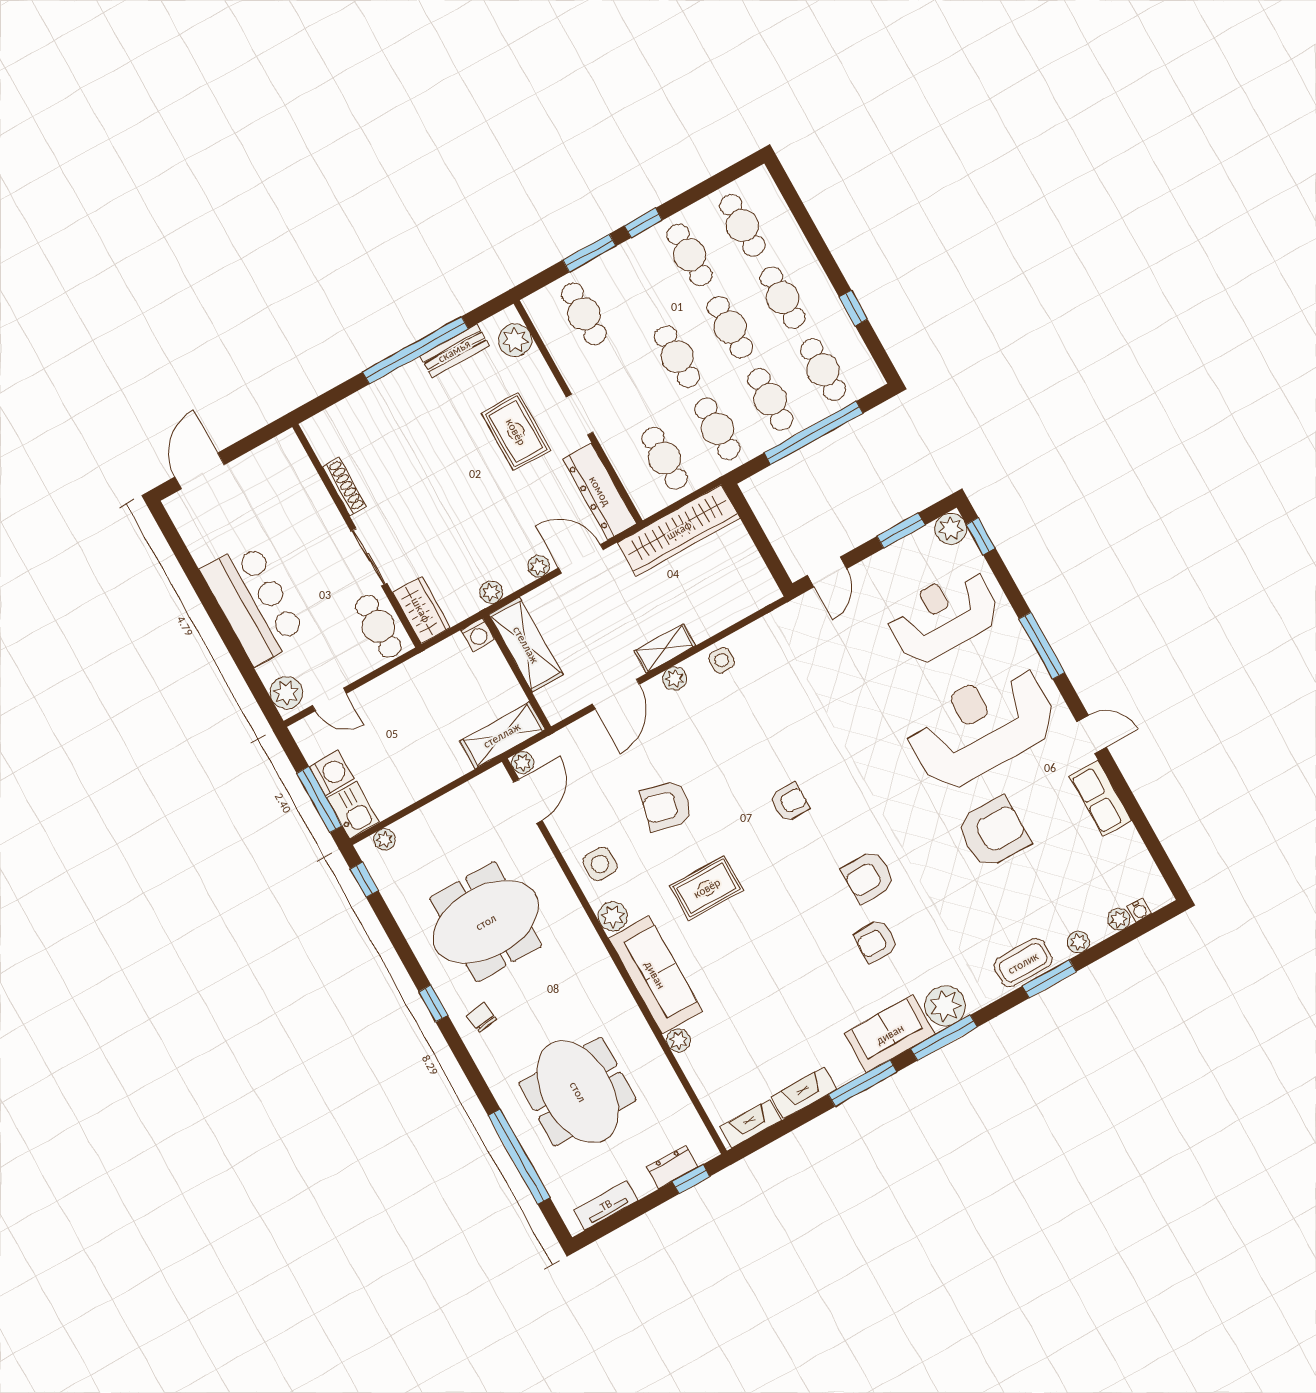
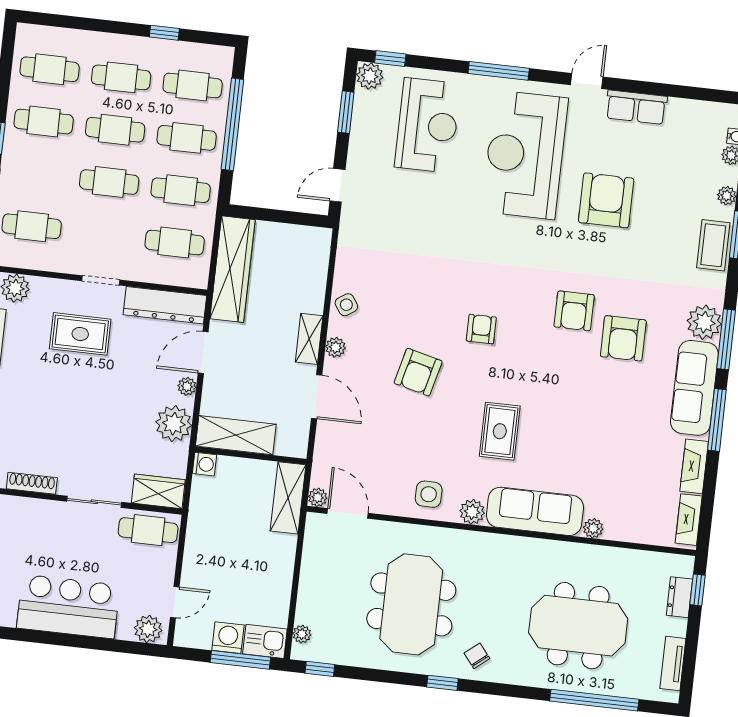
door: (827, 572) -> (337, 185), swing flipped
plant: (491, 592) -> (174, 424), width x1.87, depth x1.87
reception desk: (943, 616) -> (428, 125), turned 180
side table: (722, 660) -> (346, 305), turned -34
armchair: (666, 806) -> (418, 372), moved
armchair: (876, 941) -> (623, 338), width x1.38, depth x1.38
chair: (482, 1017) -> (477, 656), turned 59
sofa: (890, 1034) -> (694, 388), width x1.36

